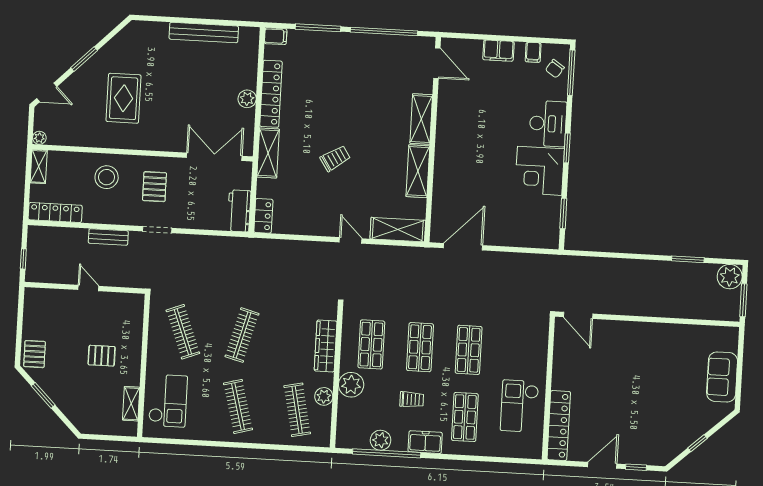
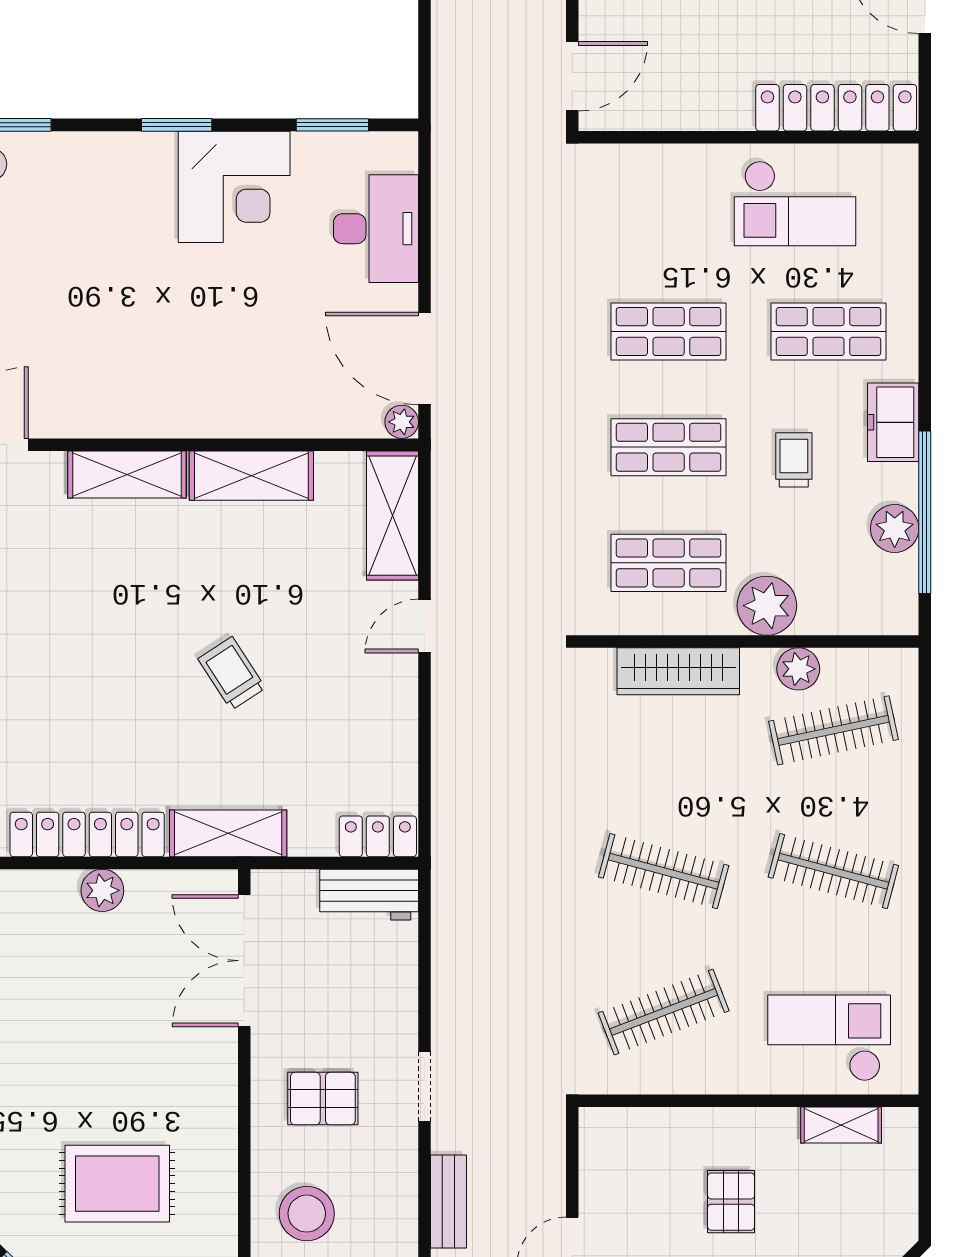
desk: (548, 124) -> (376, 229), moved, turned 90
plant: (437, 236) -> (402, 422), added
clothes rail: (238, 406) -> (833, 871), turned 30

